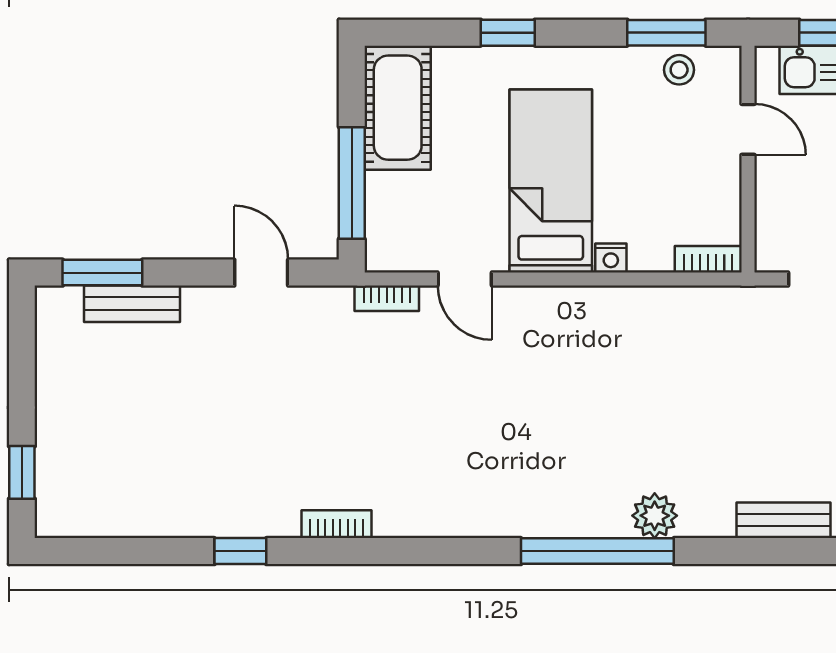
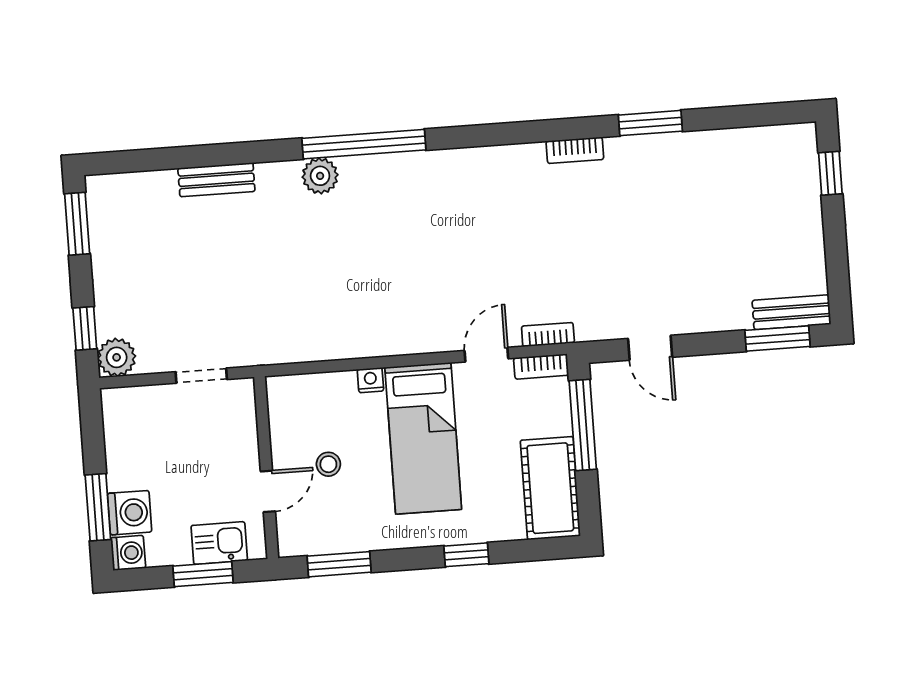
stool: (679, 70) -> (328, 464), moved
door: (748, 129) -> (268, 491), swing flipped
bookcase: (708, 259) -> (541, 367), moved
door: (465, 279) -> (486, 355), hinge flipped
bench: (132, 304) -> (792, 312), moved
window: (240, 551) -> (650, 123), width x1.50

